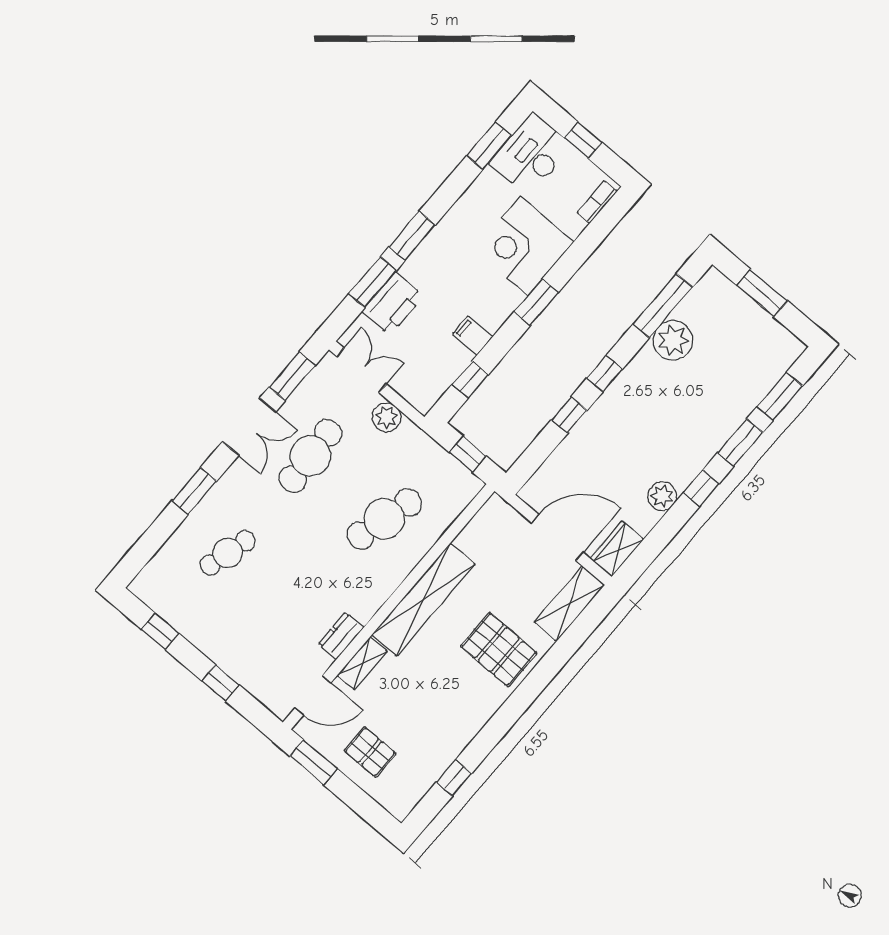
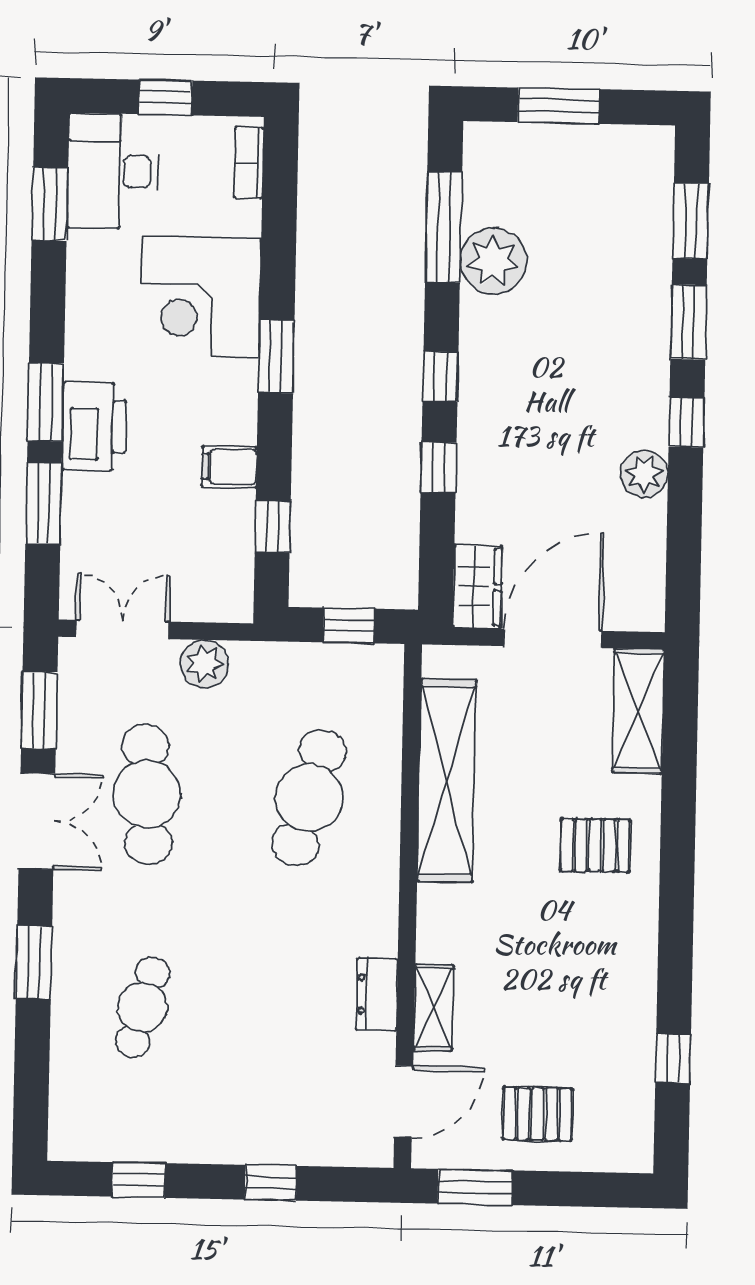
printer: (393, 304) -> (94, 426), moved
wardrobe: (617, 549) -> (477, 587), moved, turned 180
shelving: (423, 600) -> (447, 780), moved
pallet: (499, 649) -> (595, 845), width x0.67, depth x0.71

